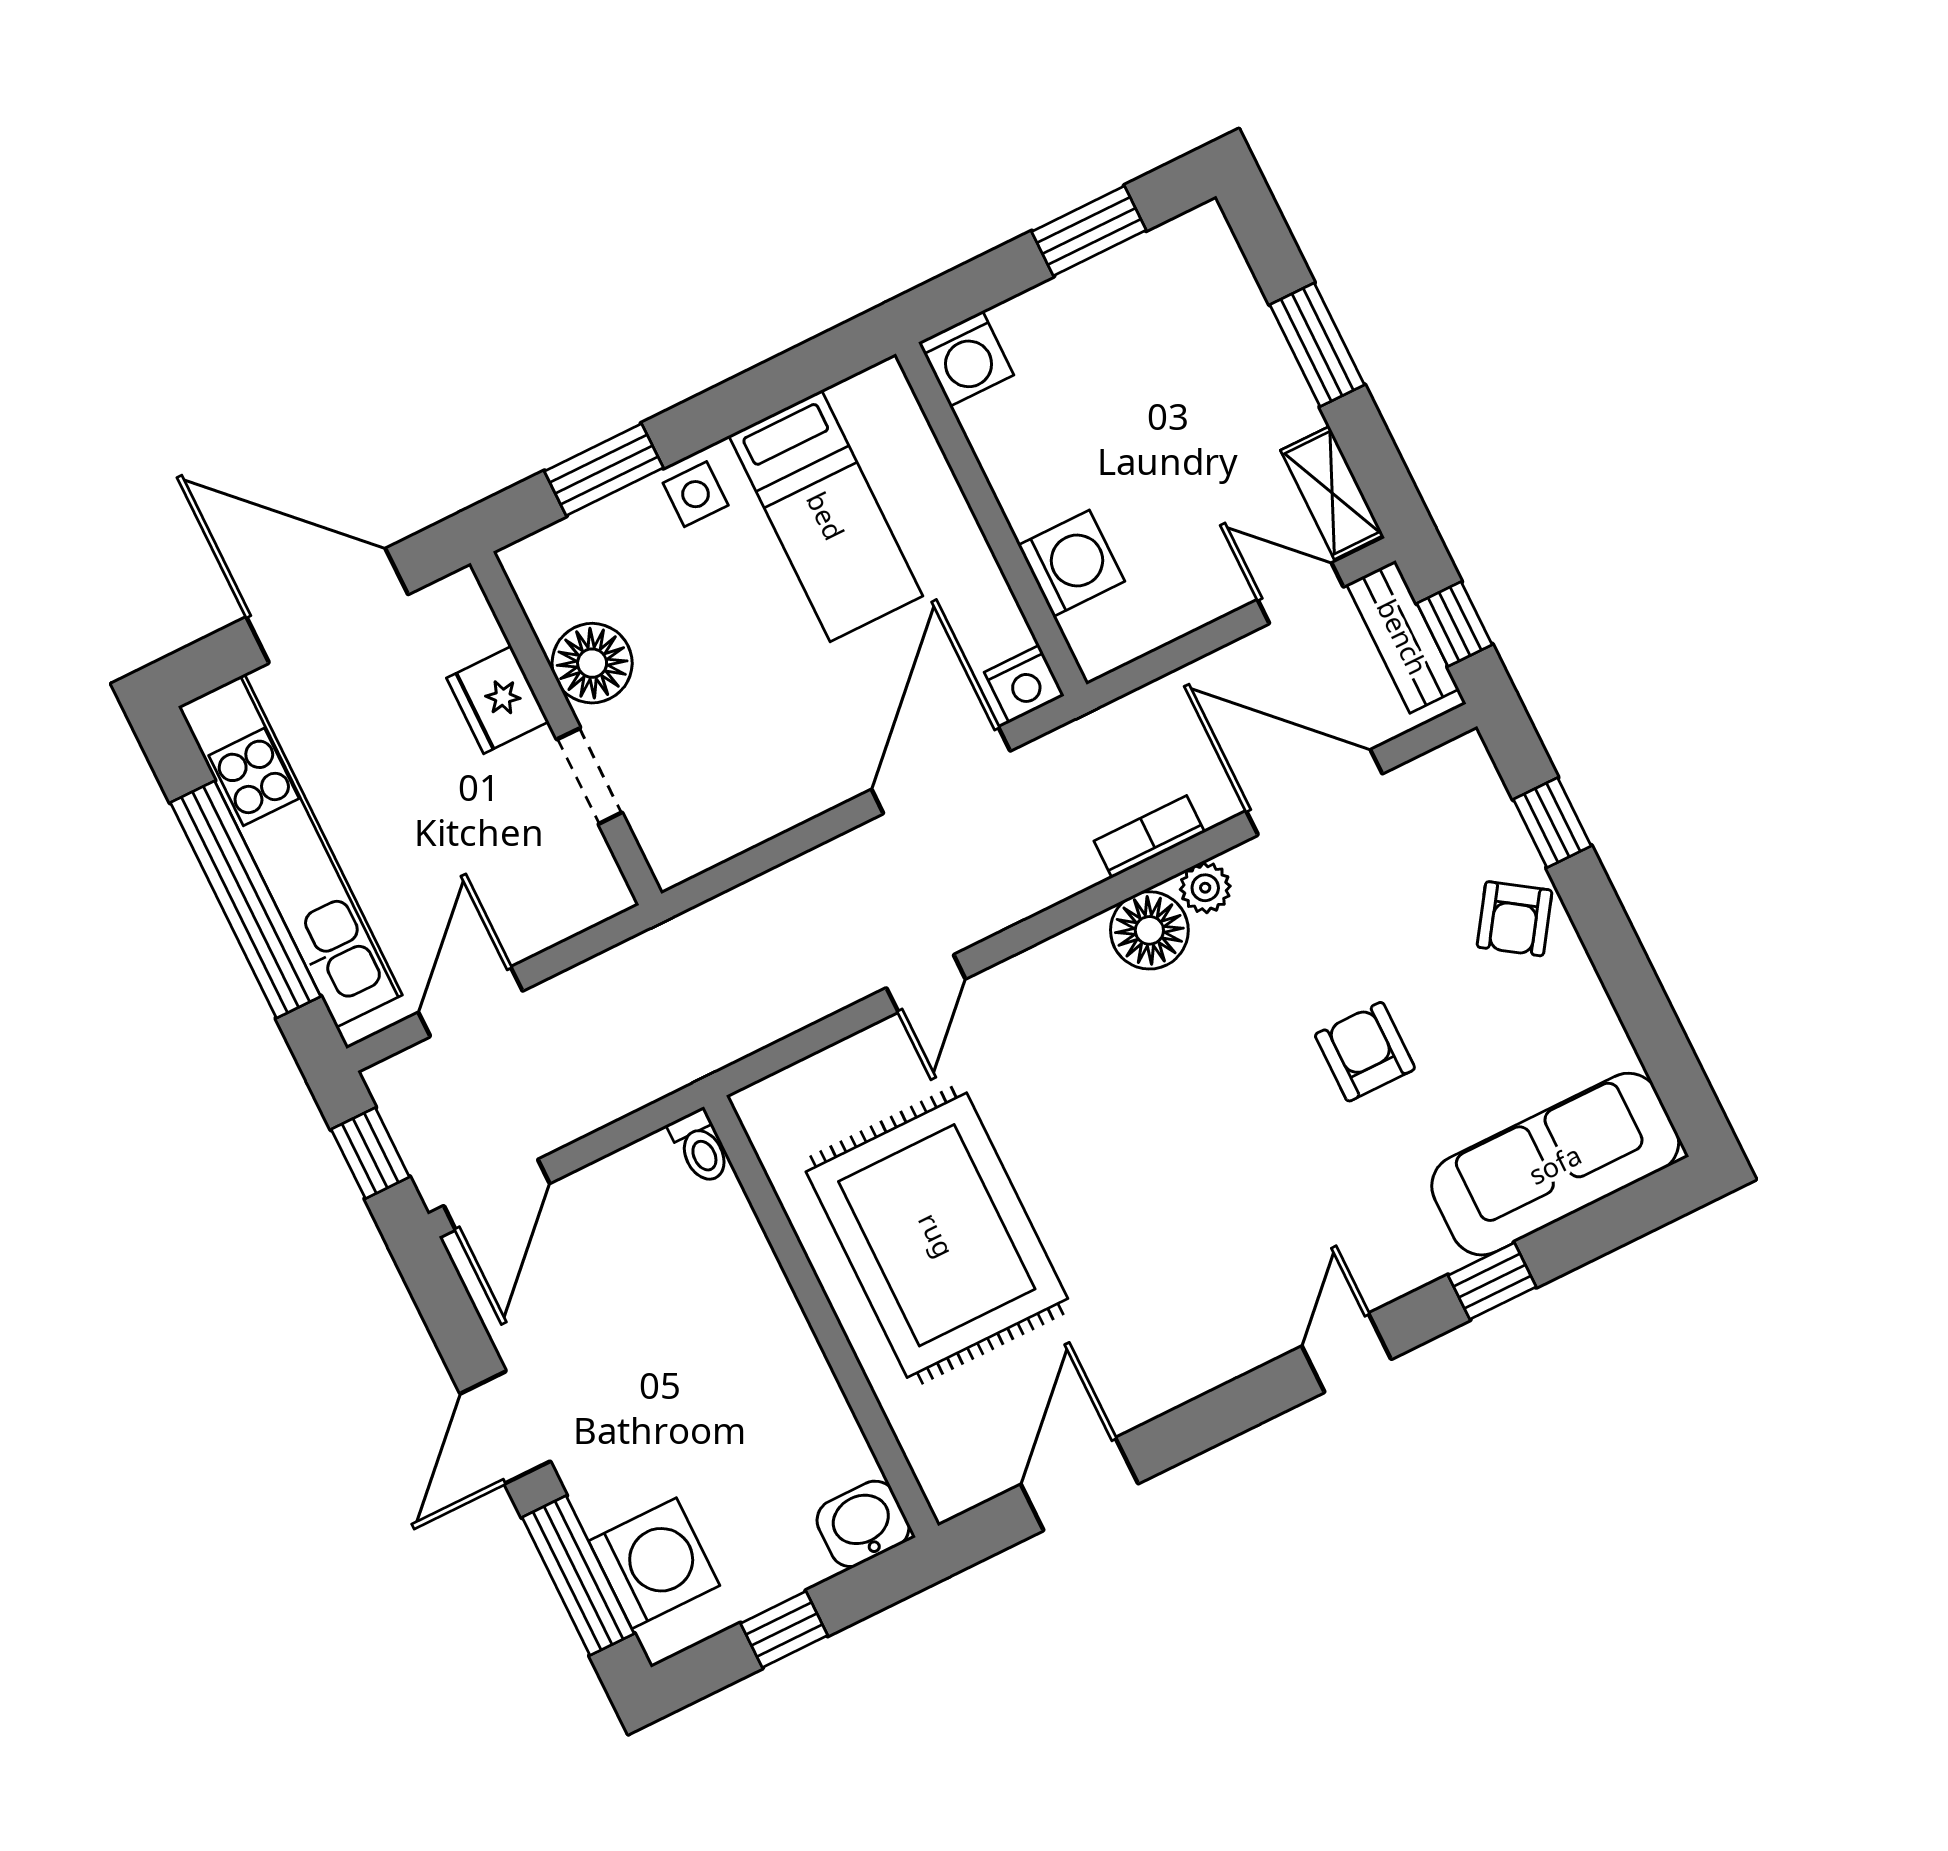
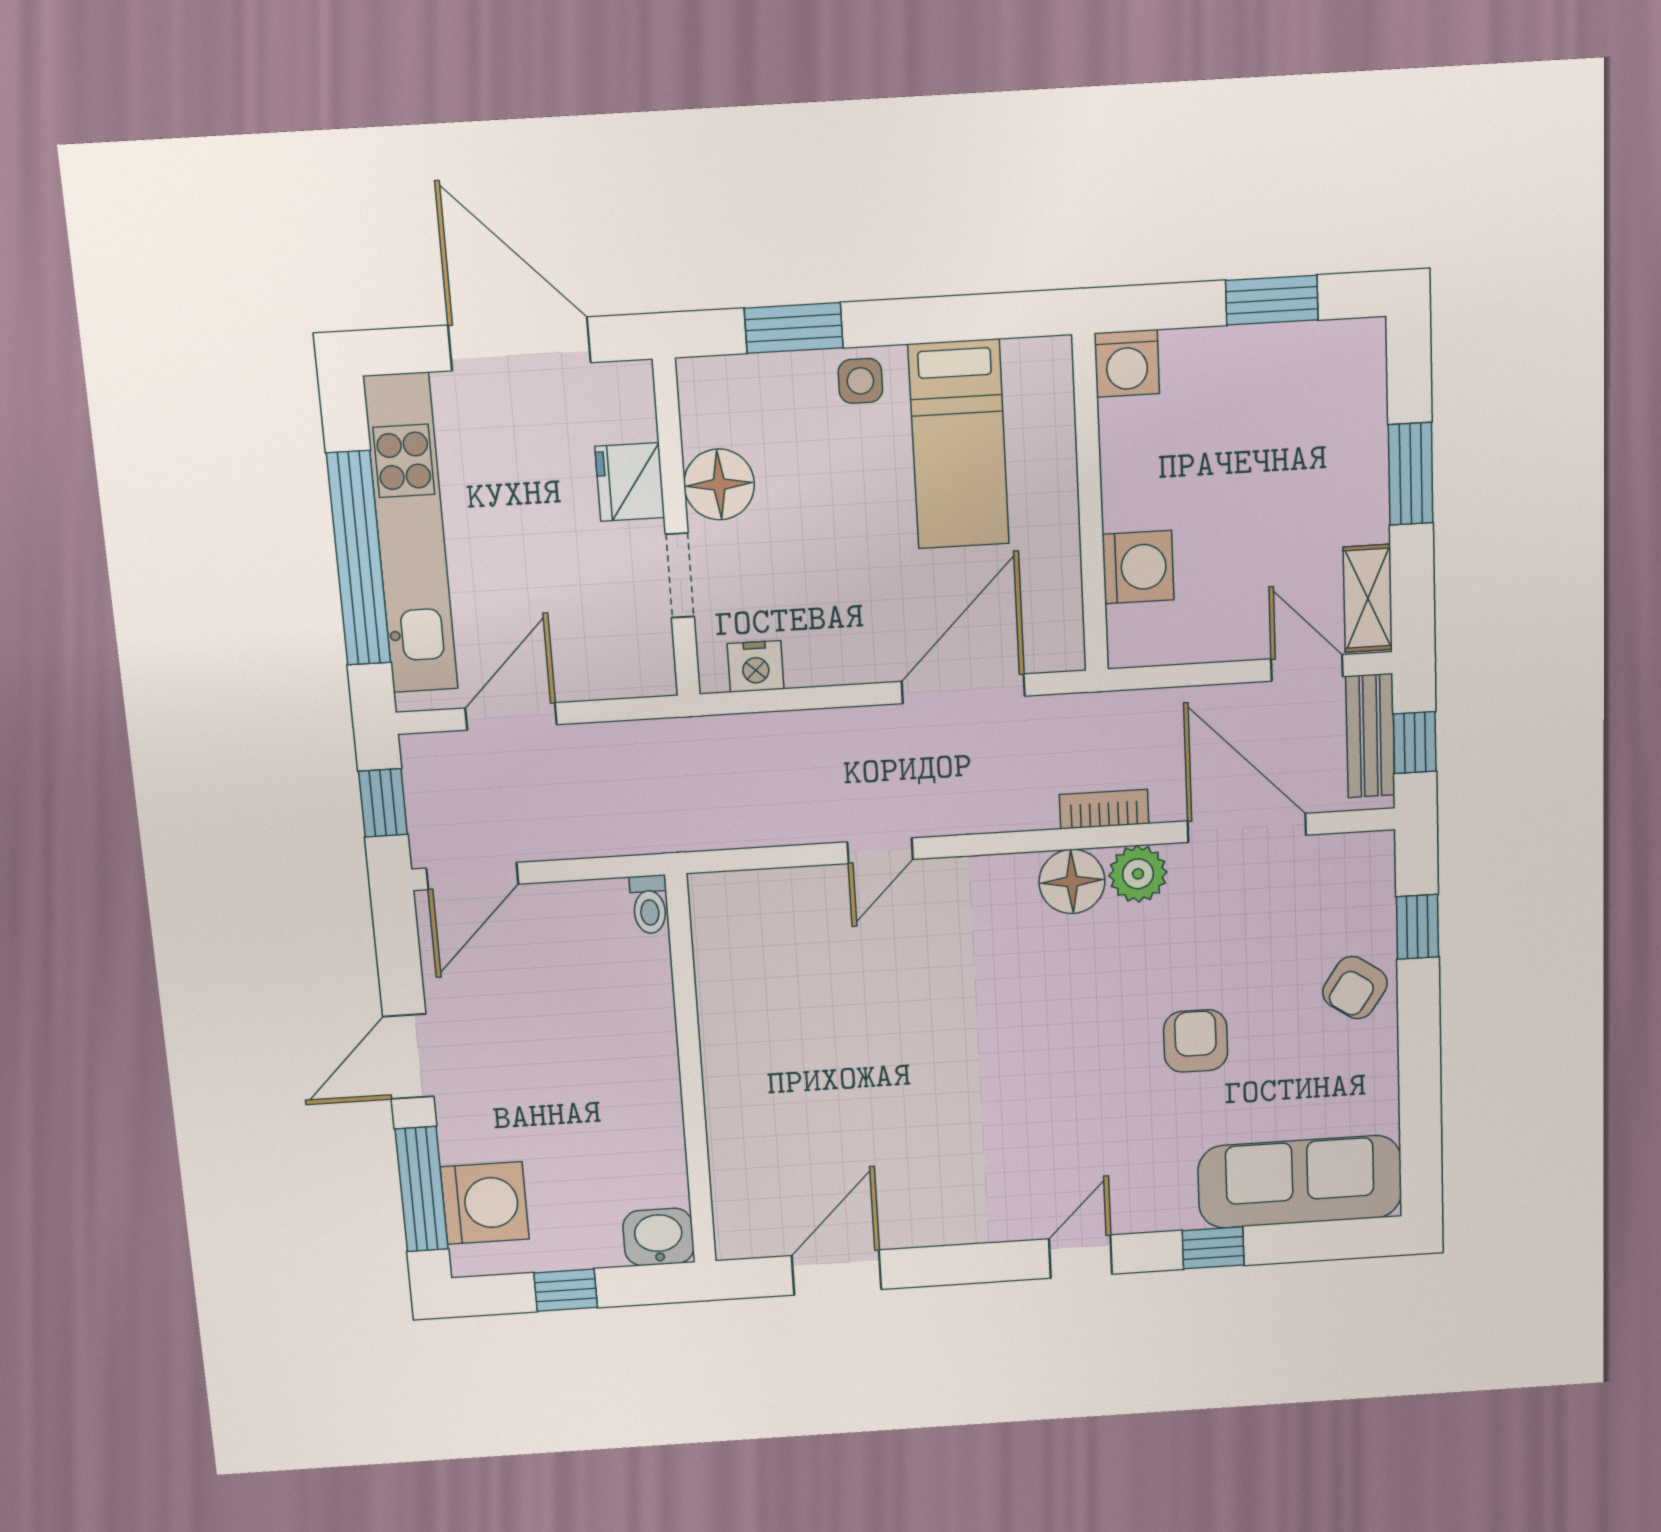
nightstand: (1024, 684) -> (756, 666), moved
plant: (1205, 888) -> (1138, 874), width x1.38, depth x1.38
rug: (937, 1235) -> (806, 1046), removed

